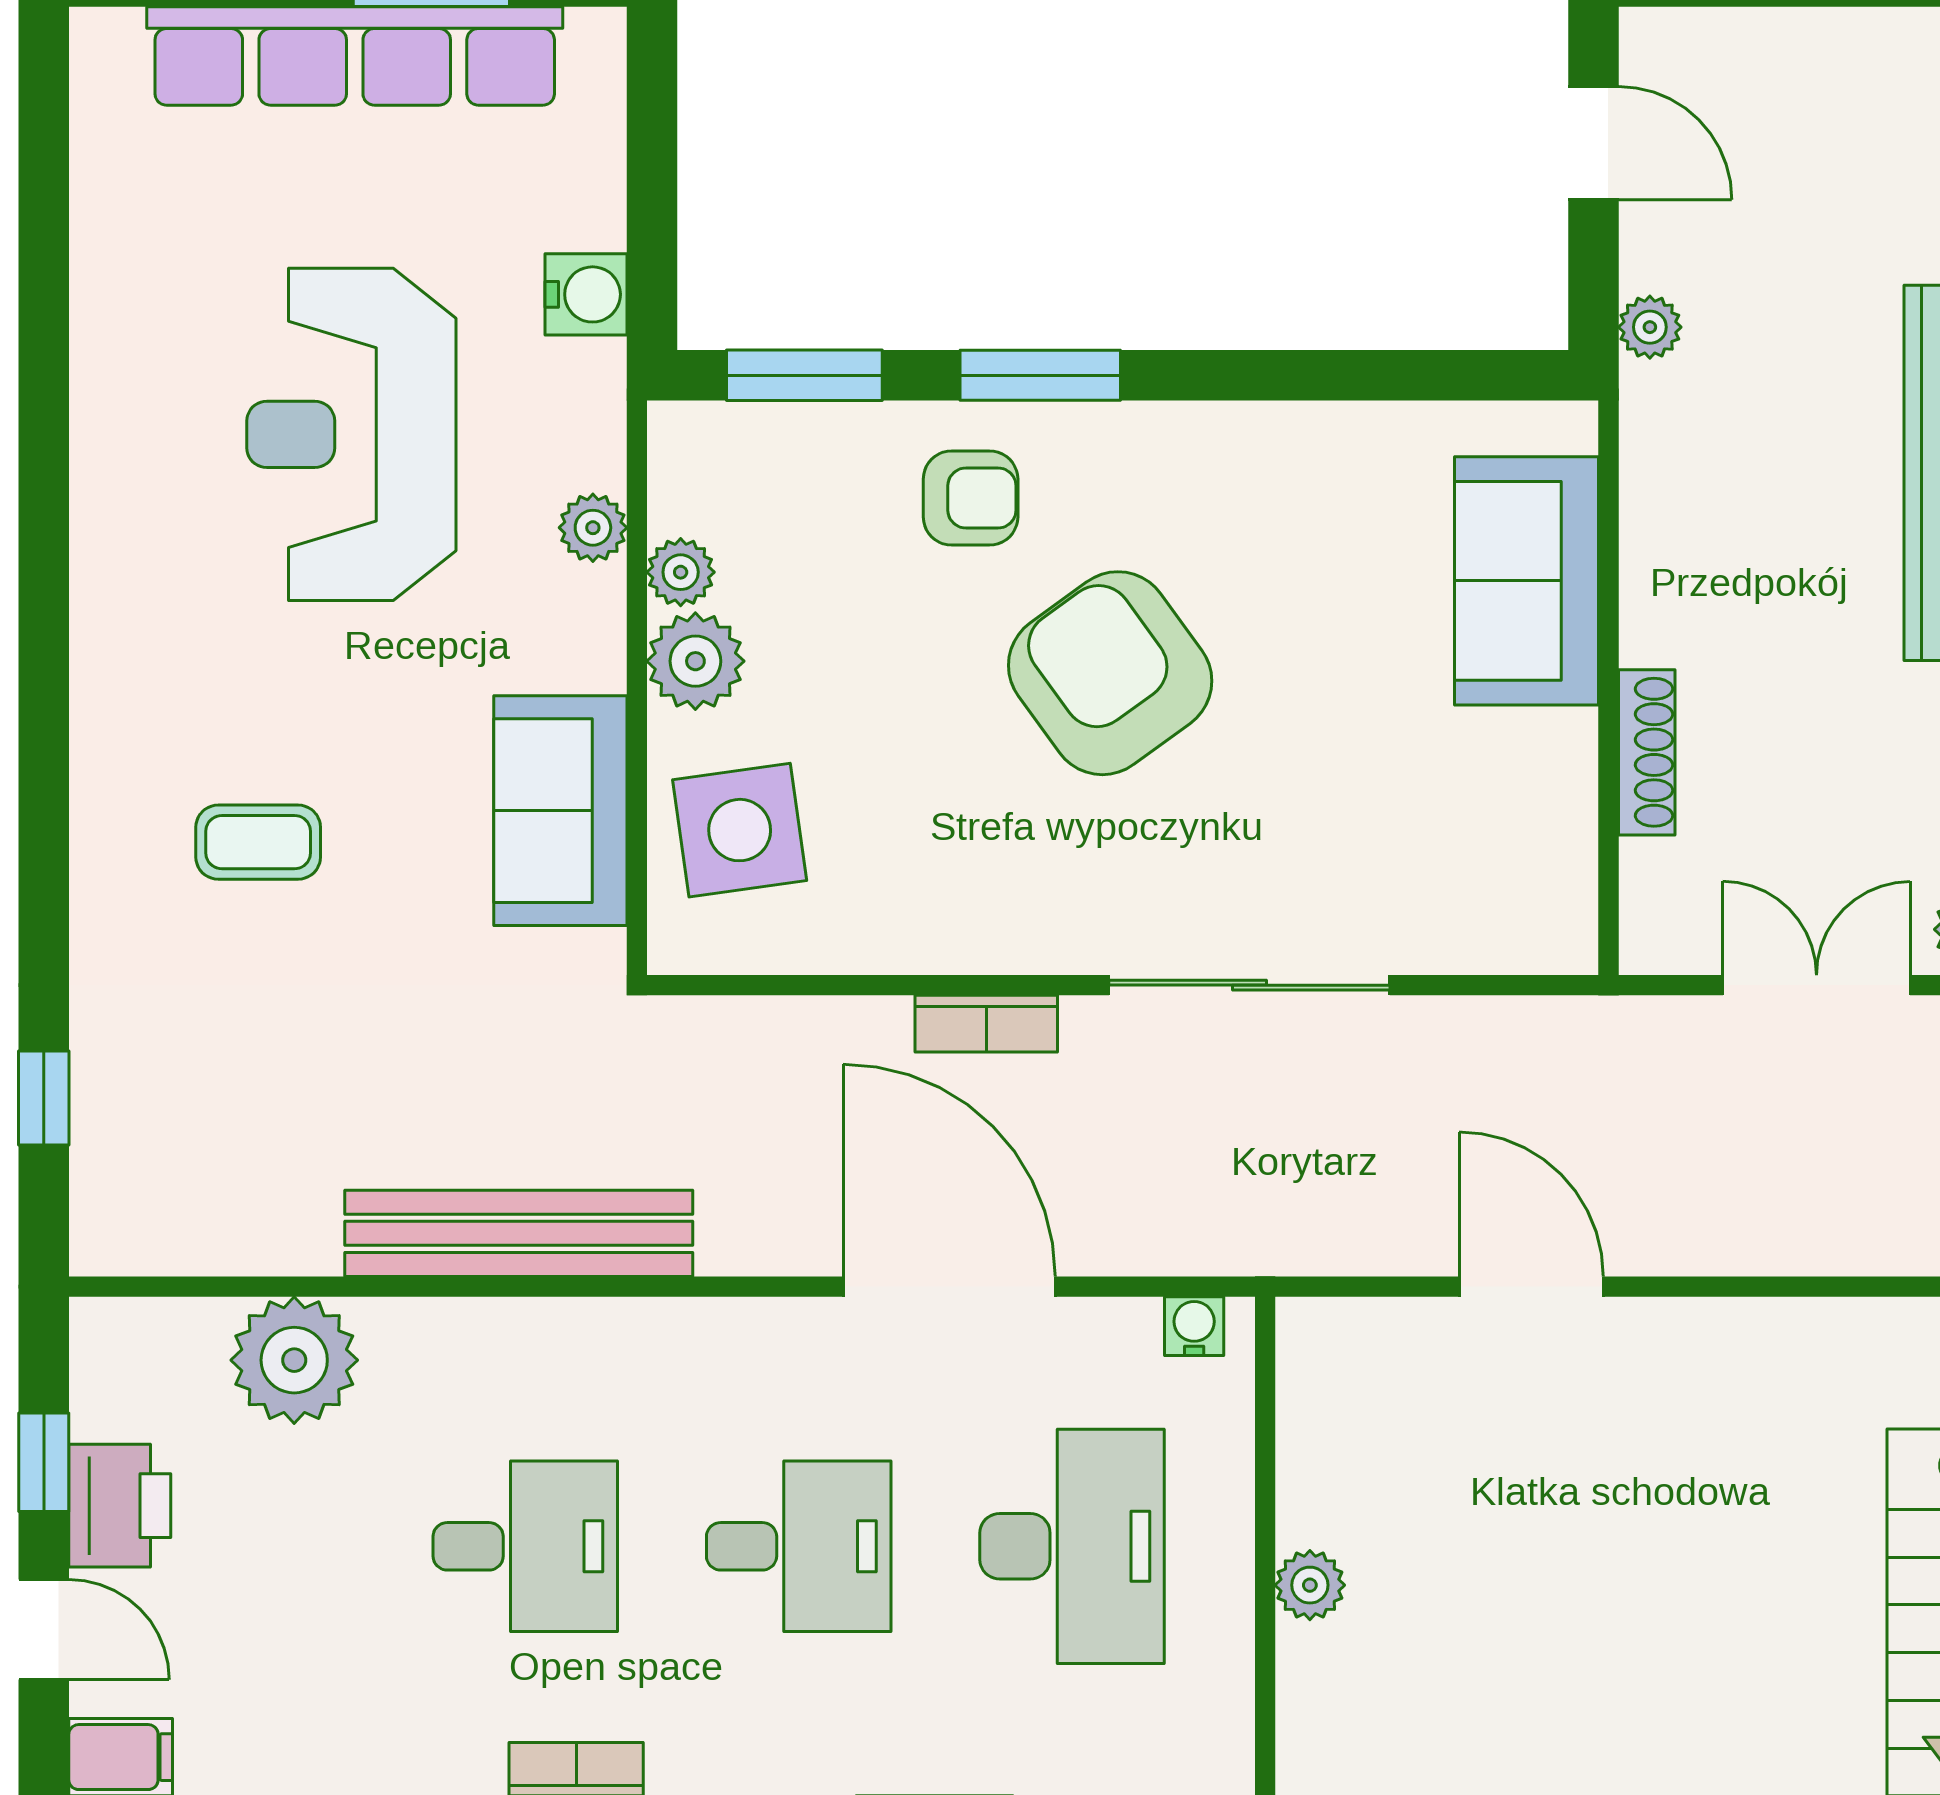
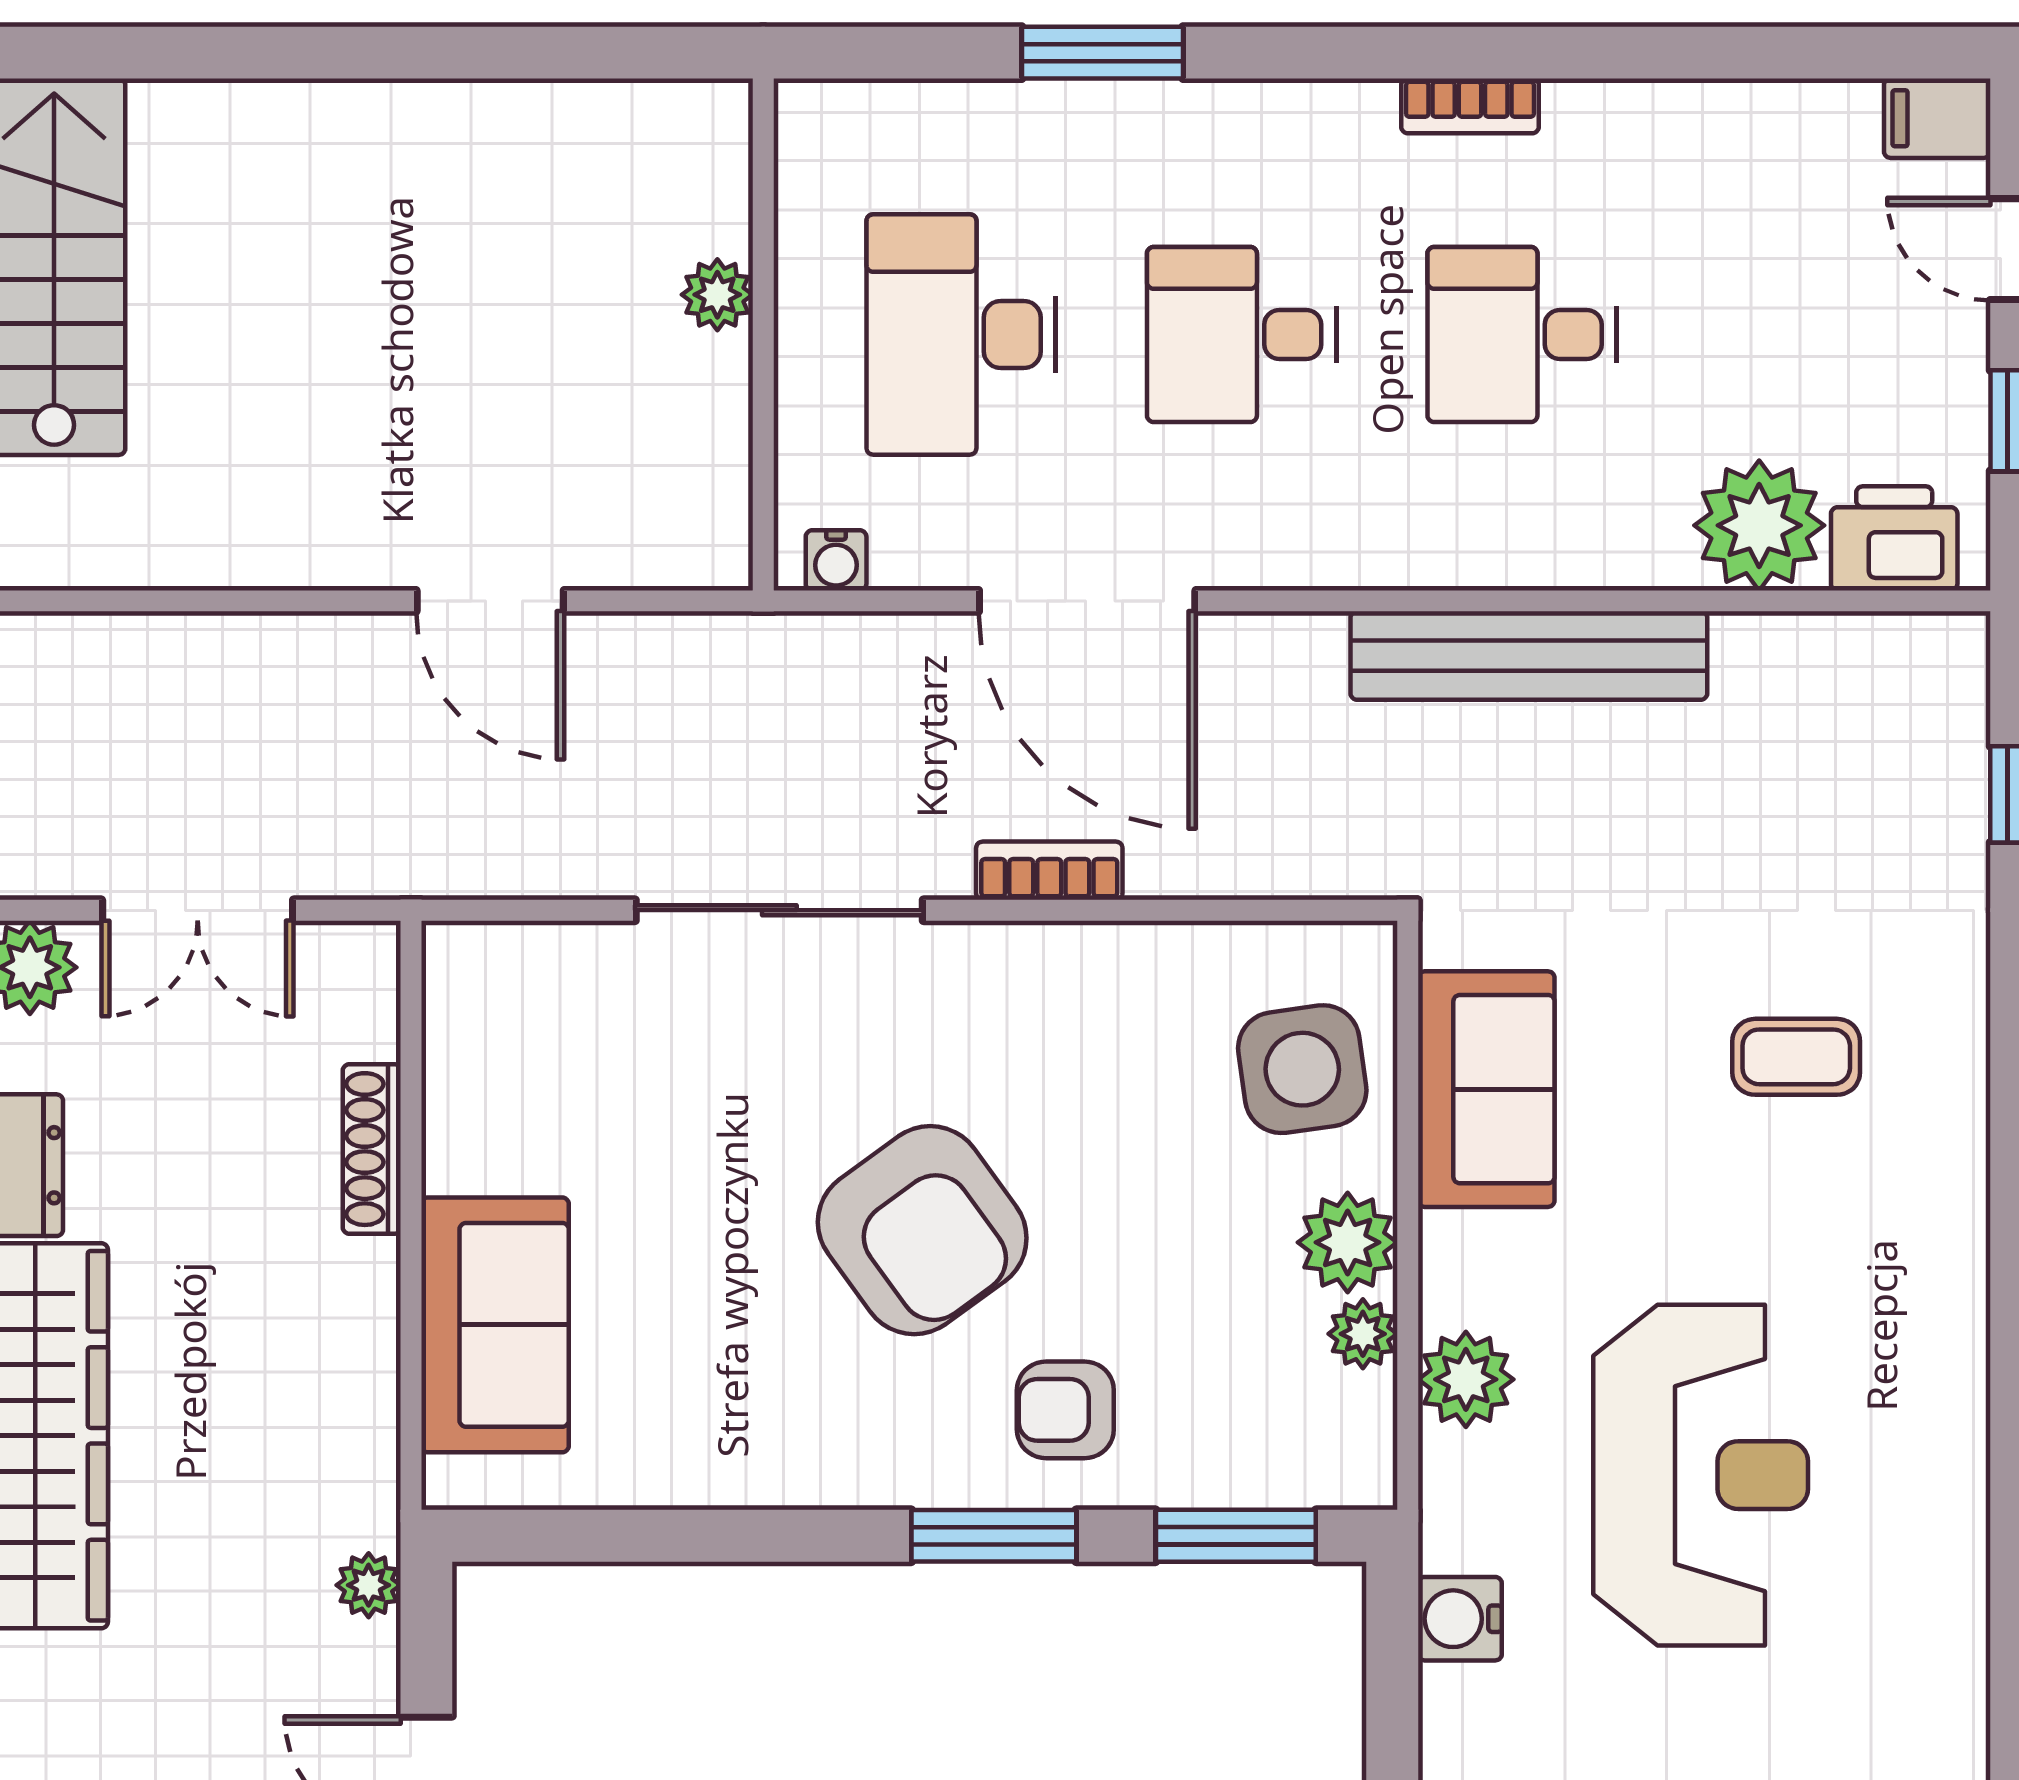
plant: (593, 528) -> (1466, 1379), width x1.38, depth x1.38
printer: (120, 1506) -> (1894, 538), moved, turned 90

